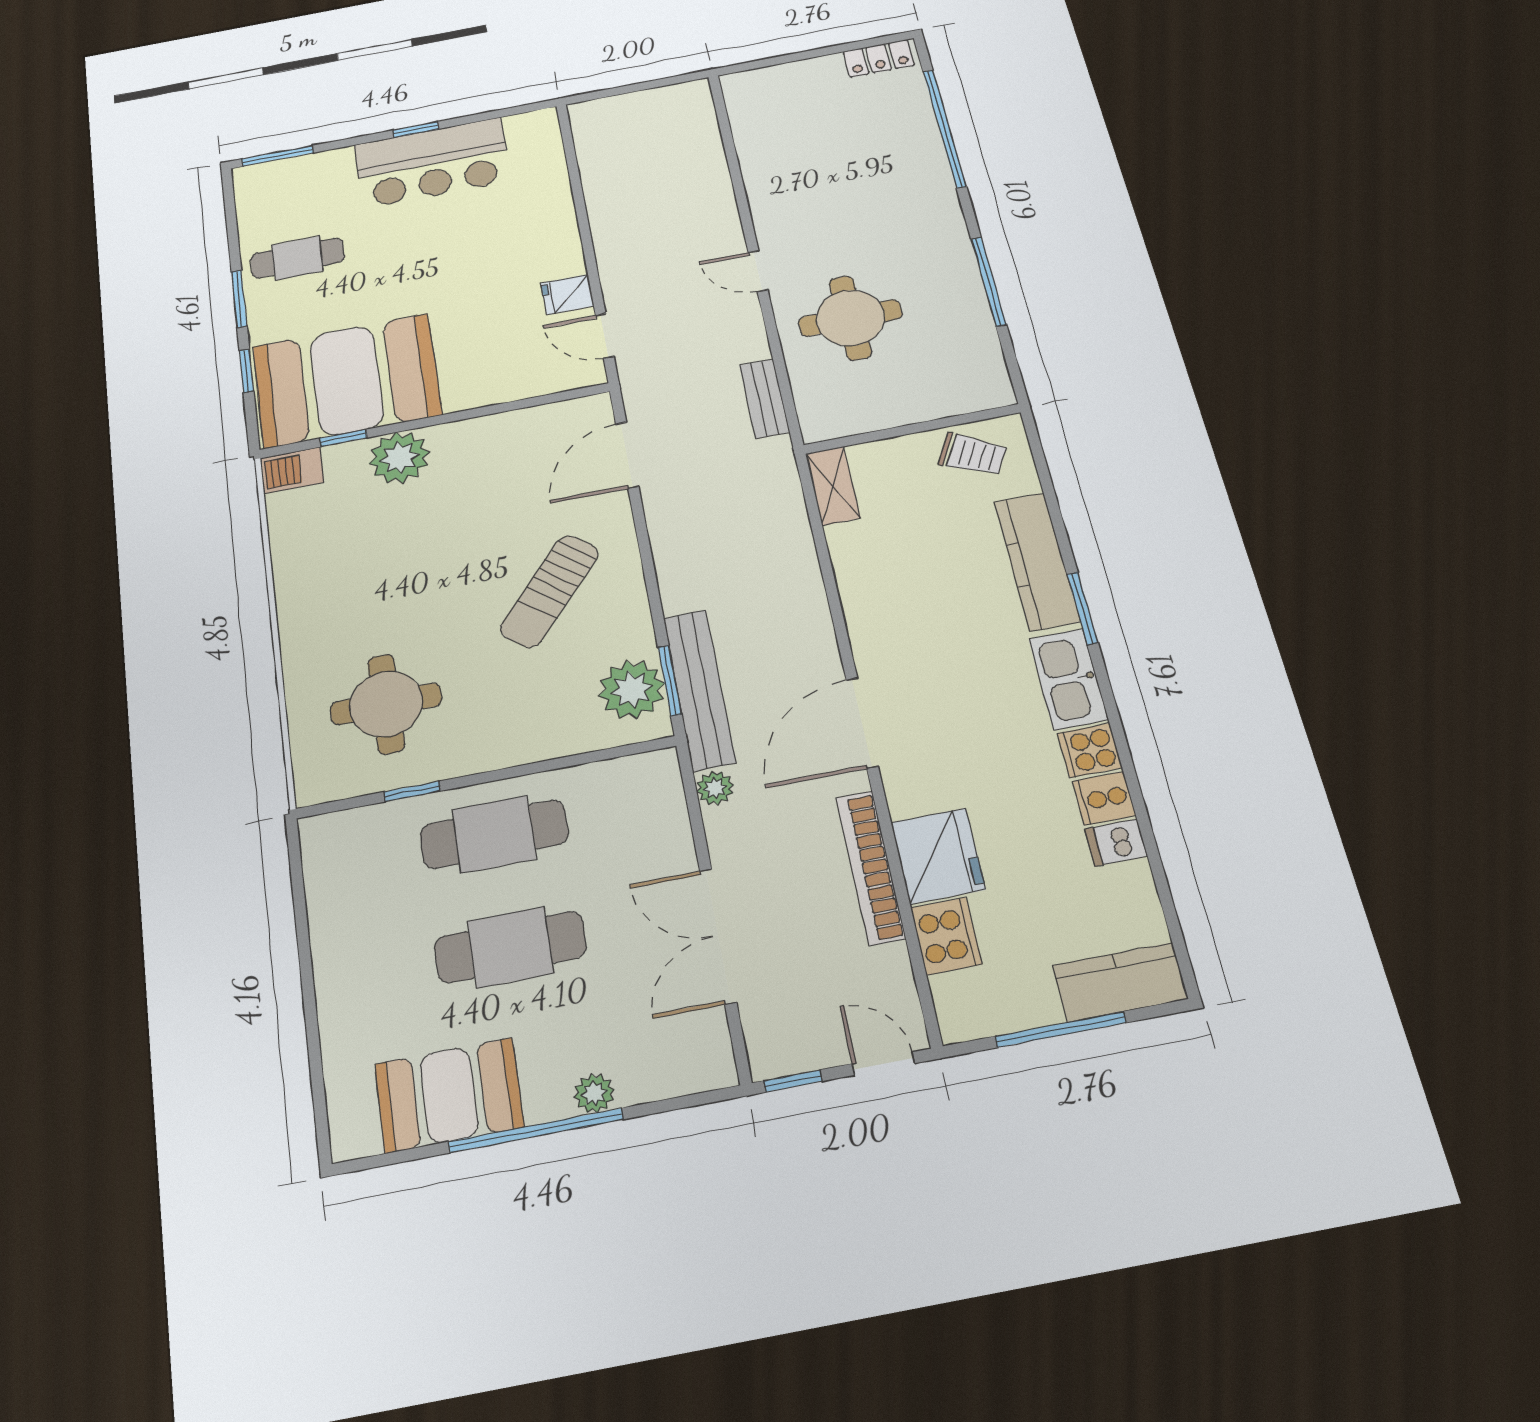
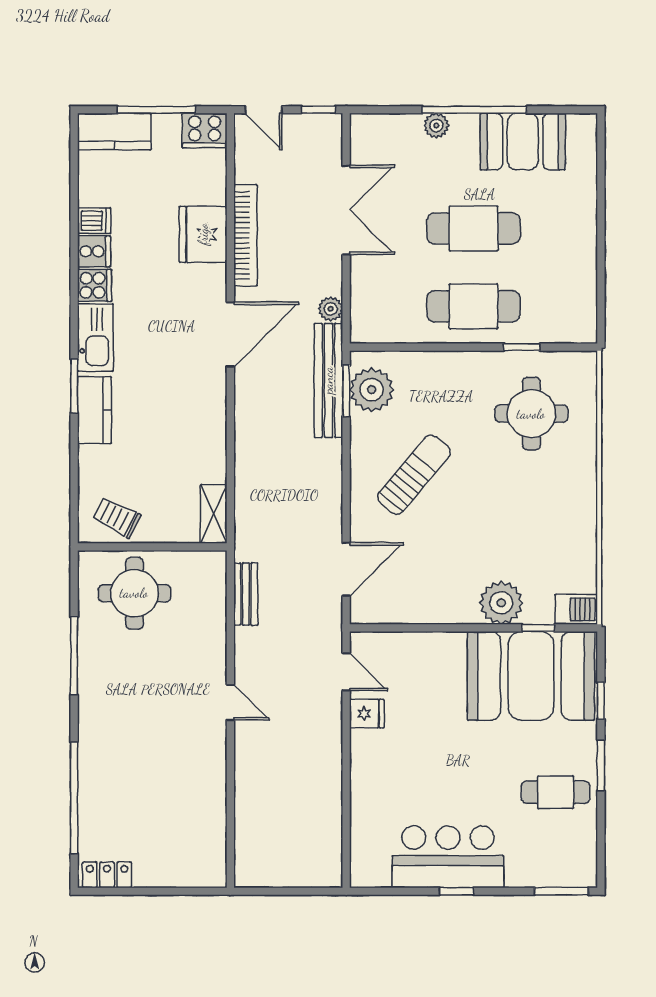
round table: (850, 318) -> (134, 593), moved
kitchen counter: (1037, 561) -> (94, 410), width x0.67
cooker: (946, 936) -> (205, 131), moved, turned -90

